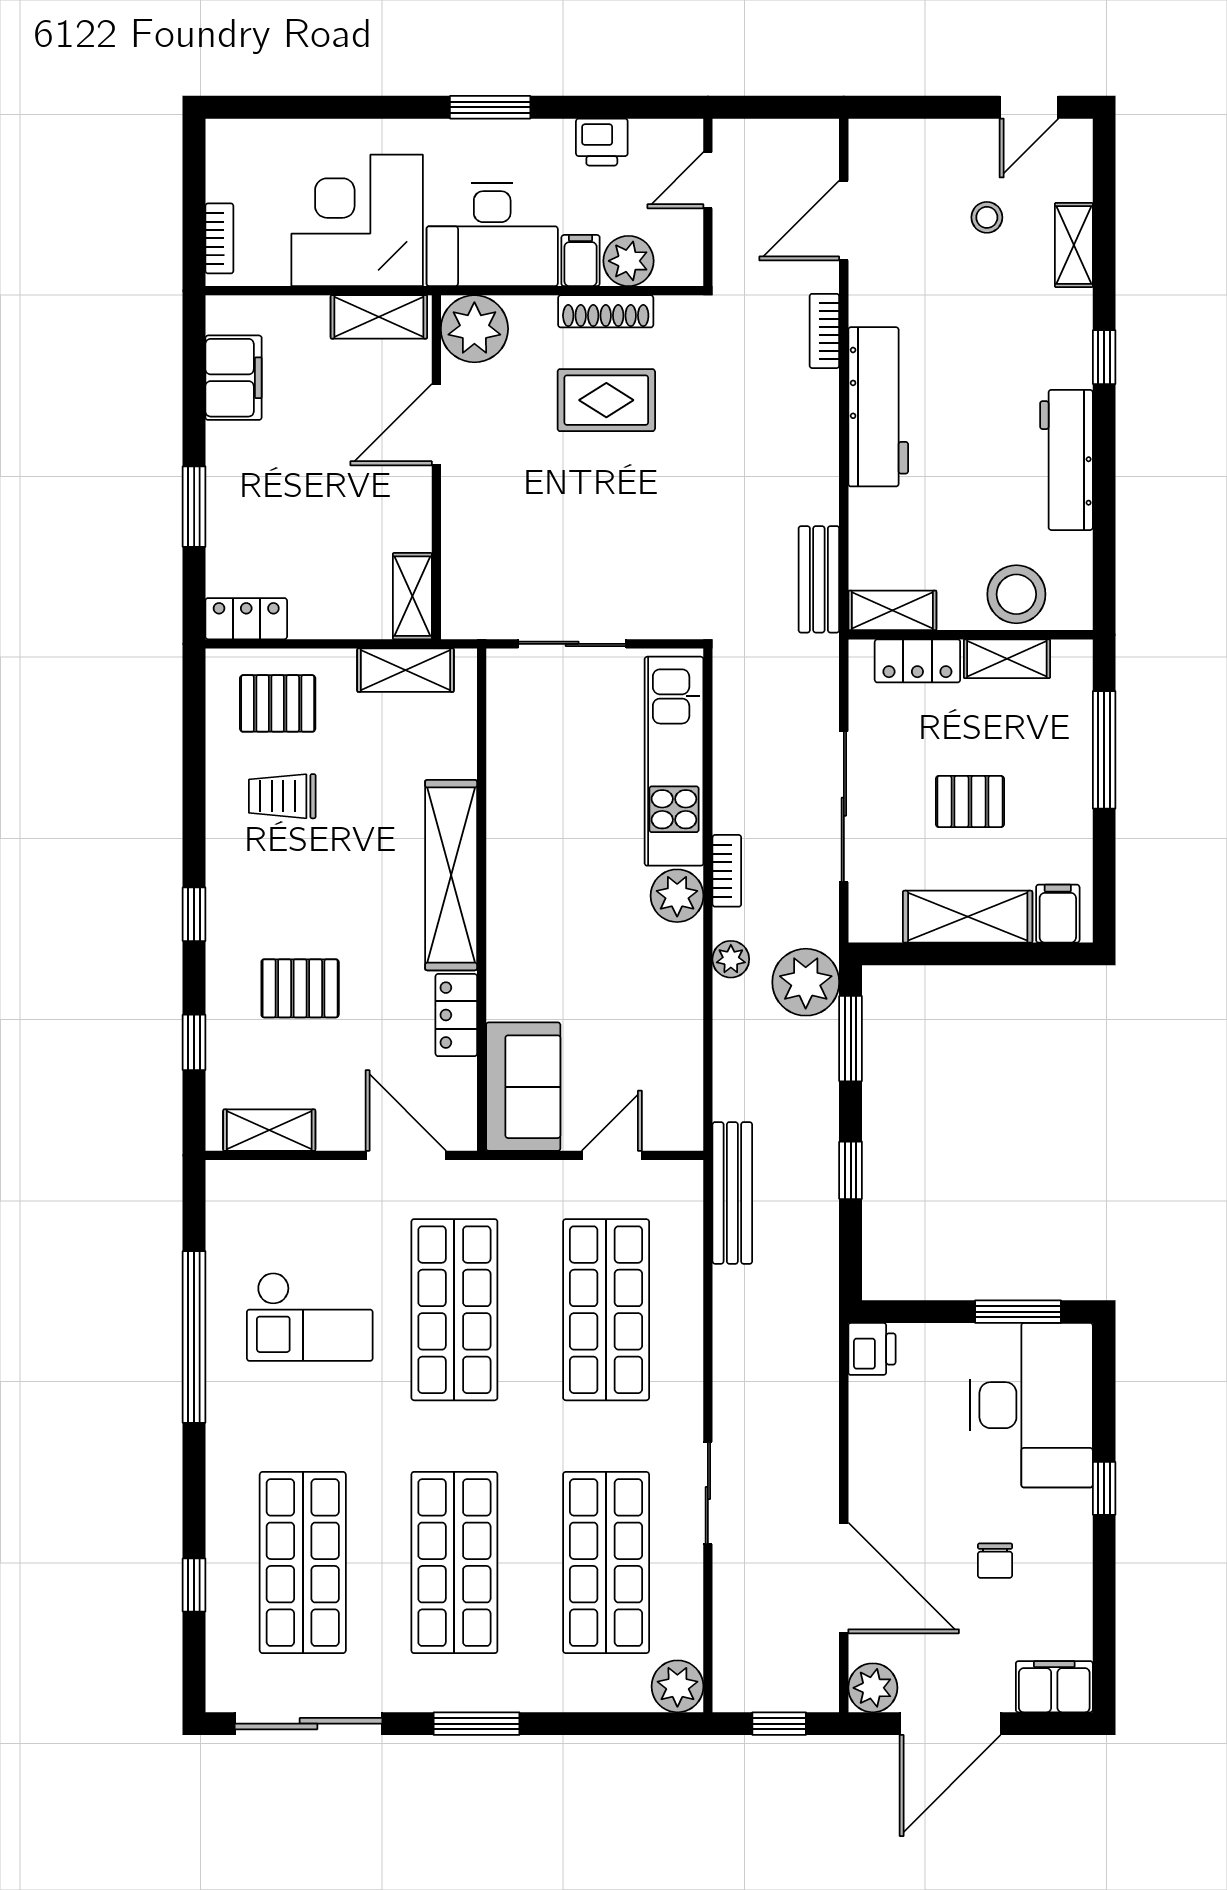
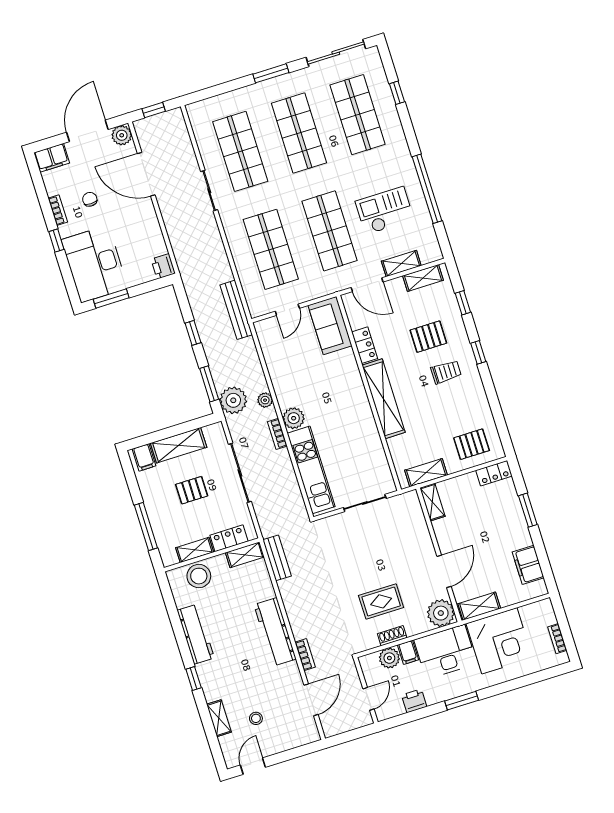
bookcase: (219, 238) -> (557, 639), moved
shoe rack: (606, 311) -> (392, 636), width x0.70
trolley: (282, 796) -> (446, 372), moved
shelving: (310, 1180) -> (401, 263), added
bookcase: (1078, 1559) -> (58, 210), added
plant: (677, 1686) -> (198, 112), removed

